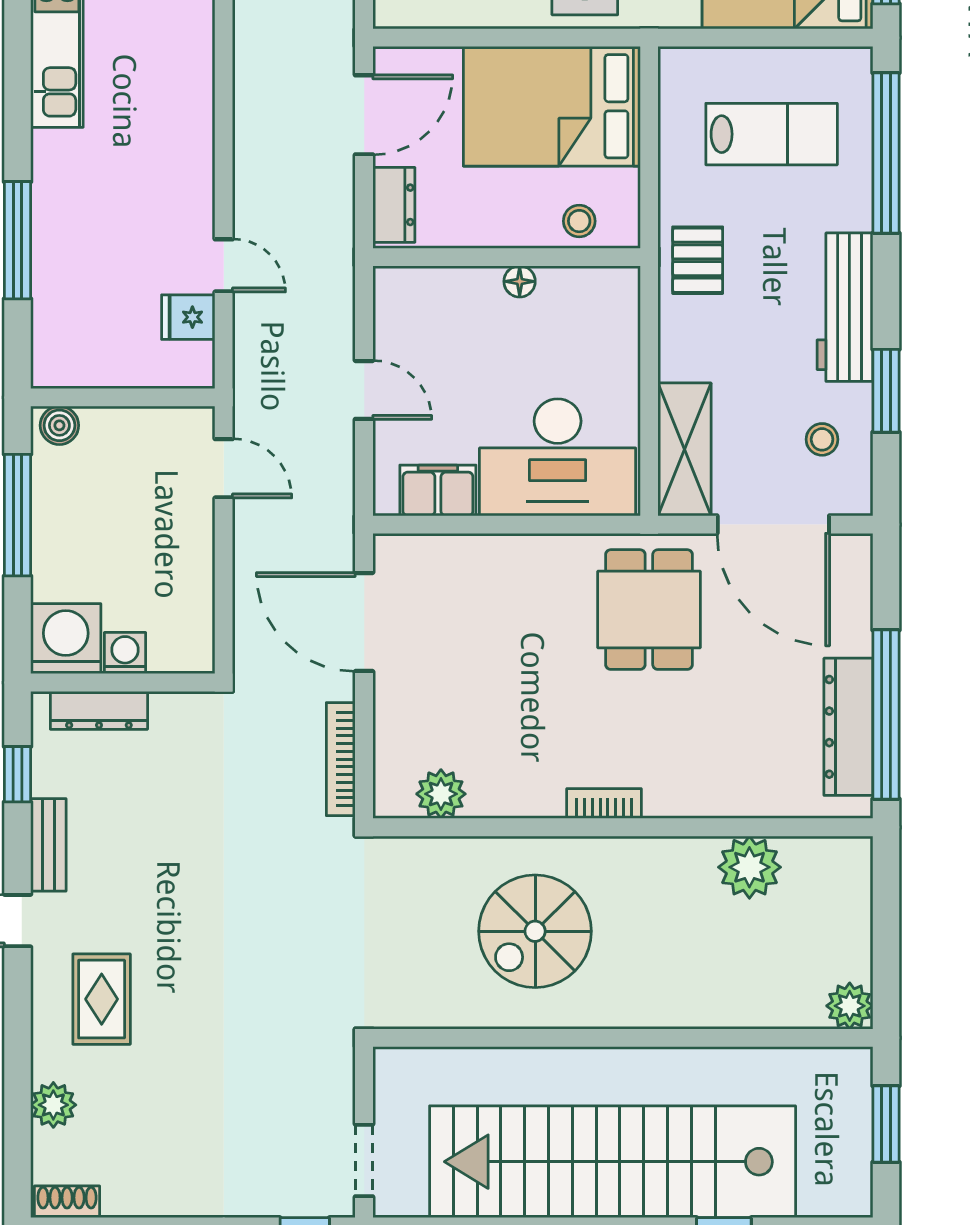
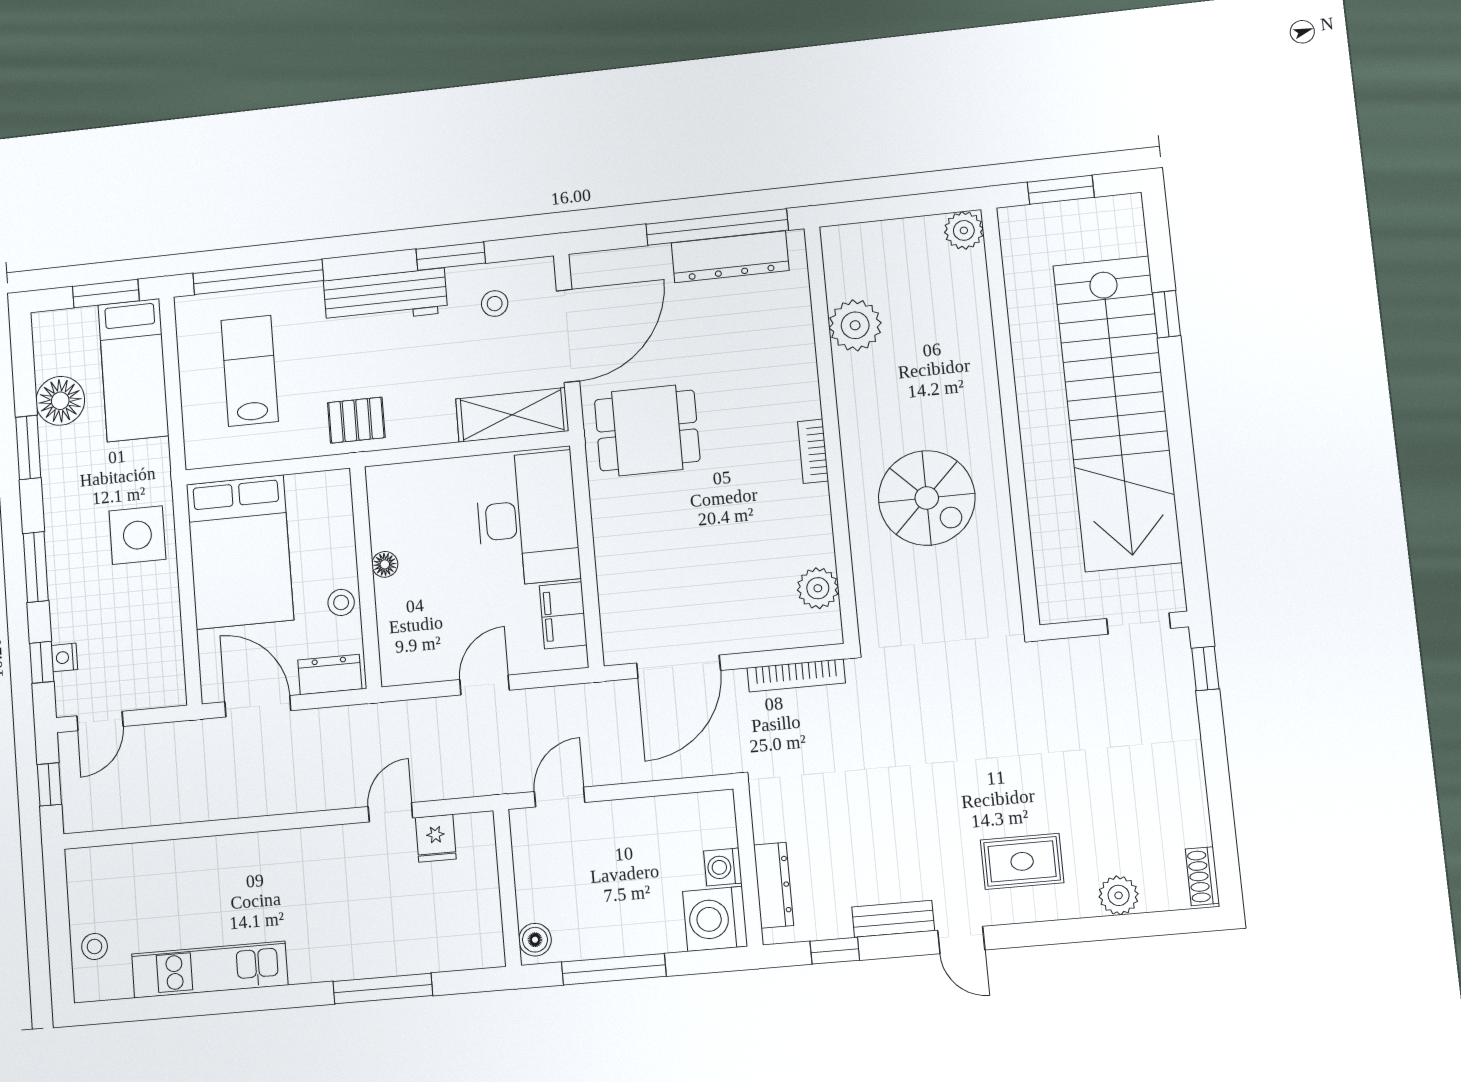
stool: (579, 221) -> (341, 602), moved

